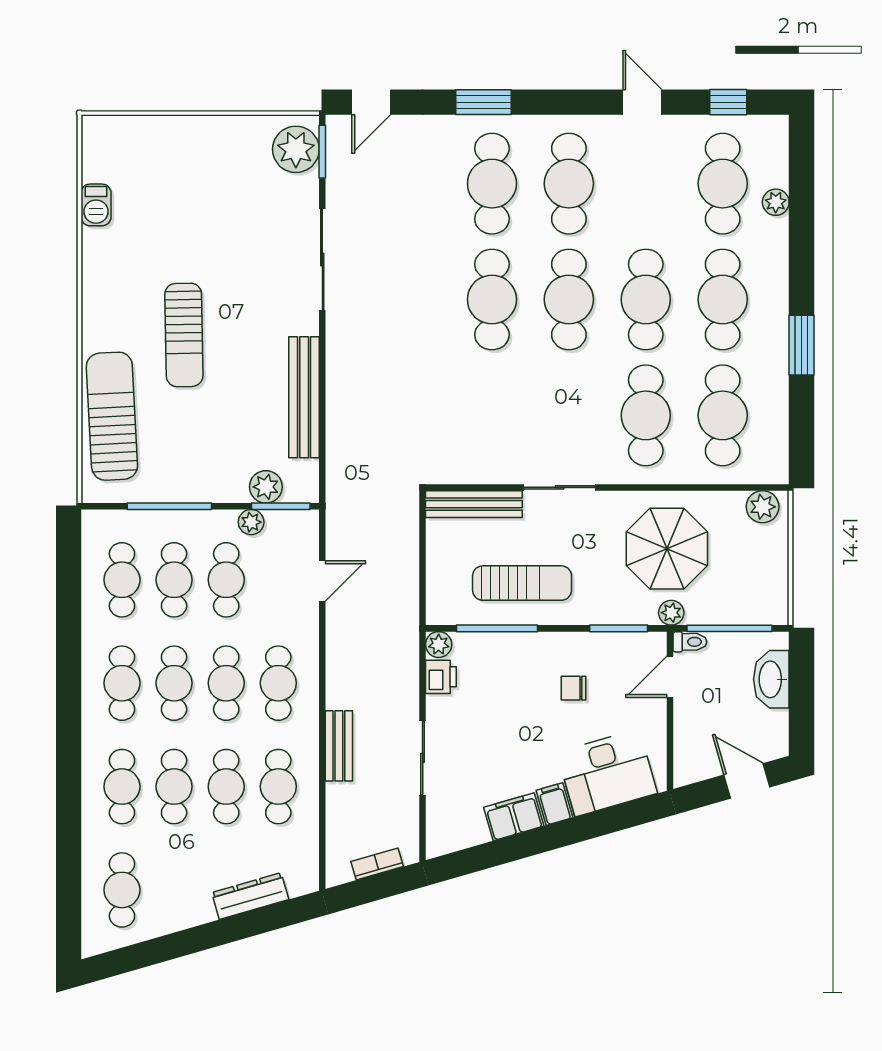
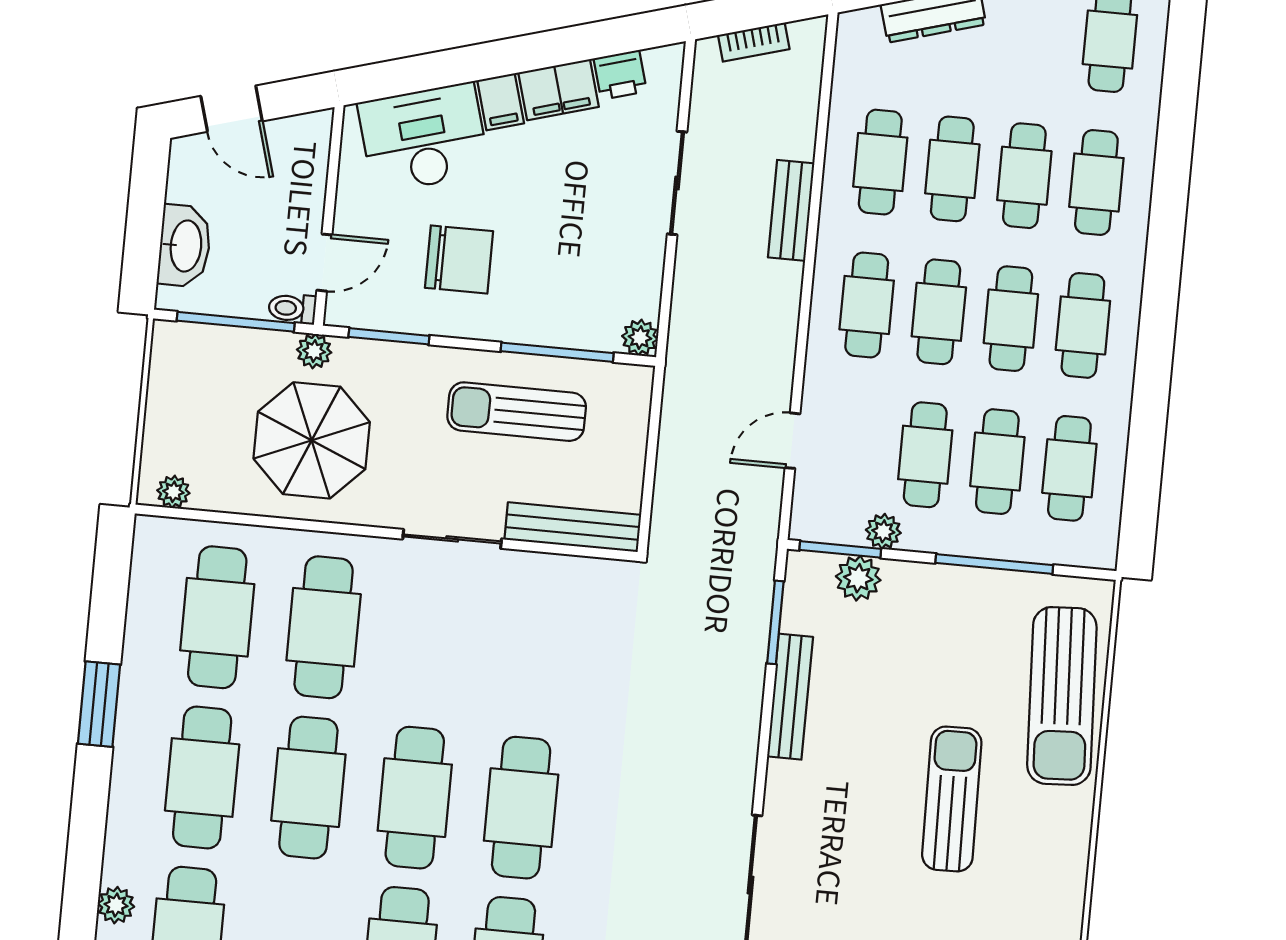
bench: (304, 397) -> (790, 697), width x0.73, depth x0.82
window: (322, 450) -> (775, 622), added
plant: (763, 507) -> (173, 492), width x0.73, depth x0.73
printer: (441, 677) -> (620, 75), moved, turned -106
chair: (574, 688) -> (459, 260), width x1.87, depth x1.87

